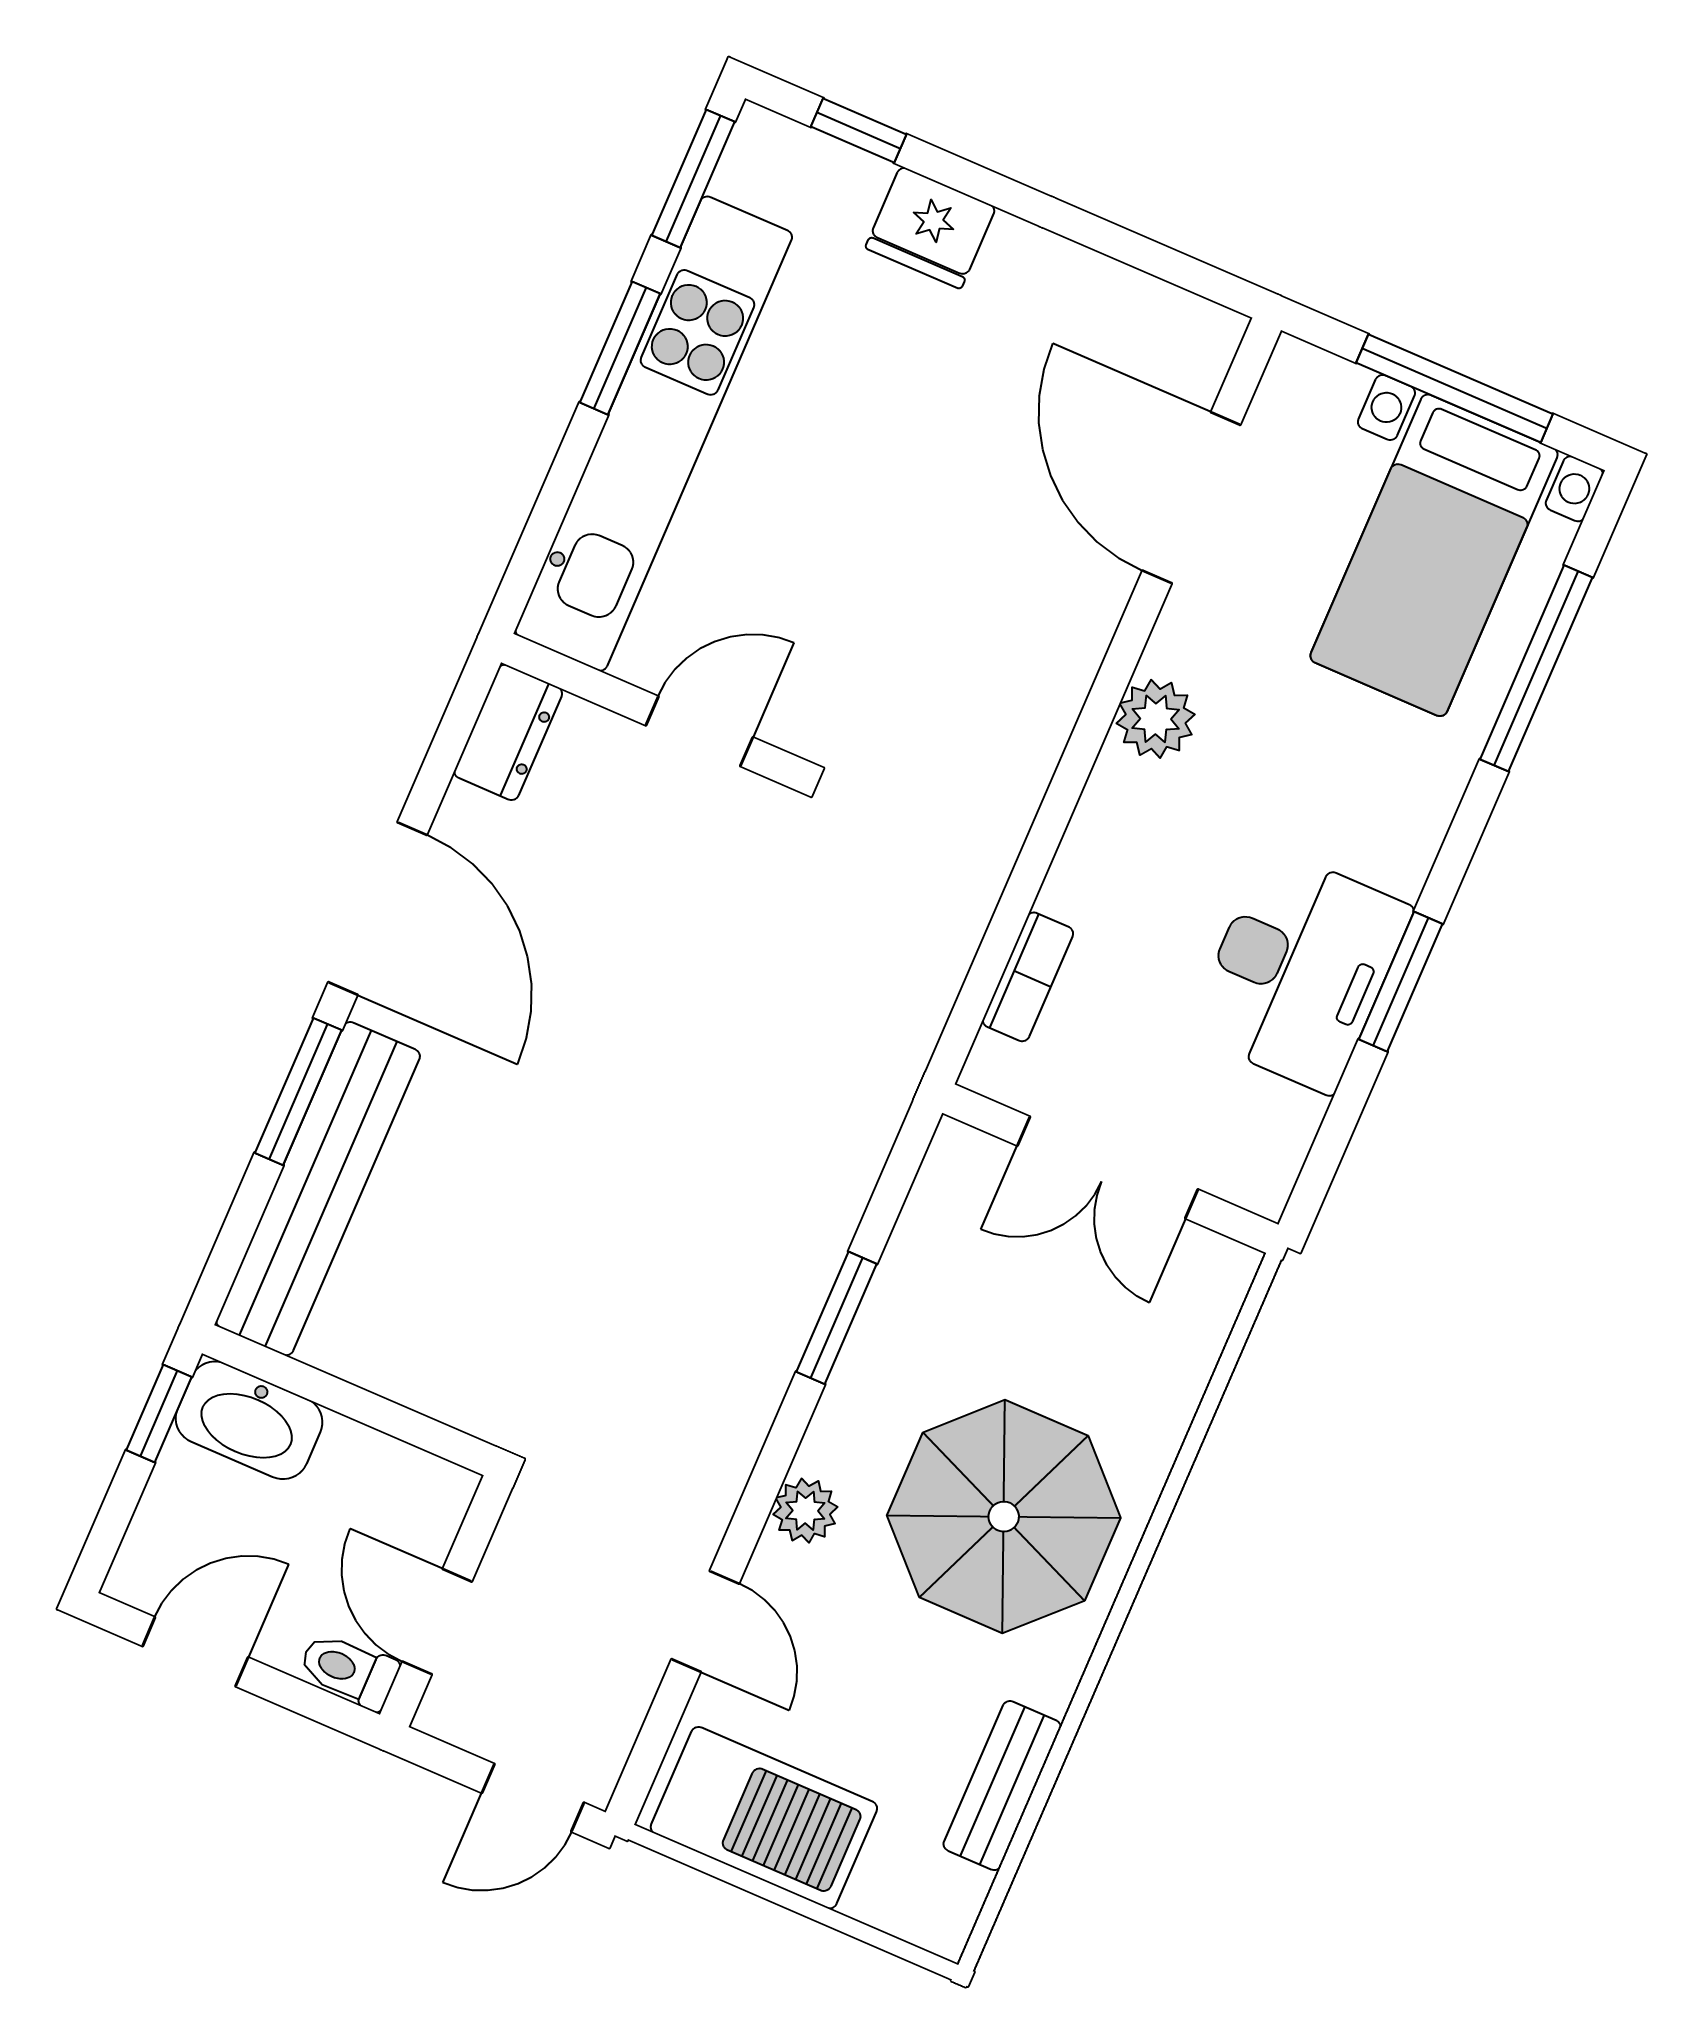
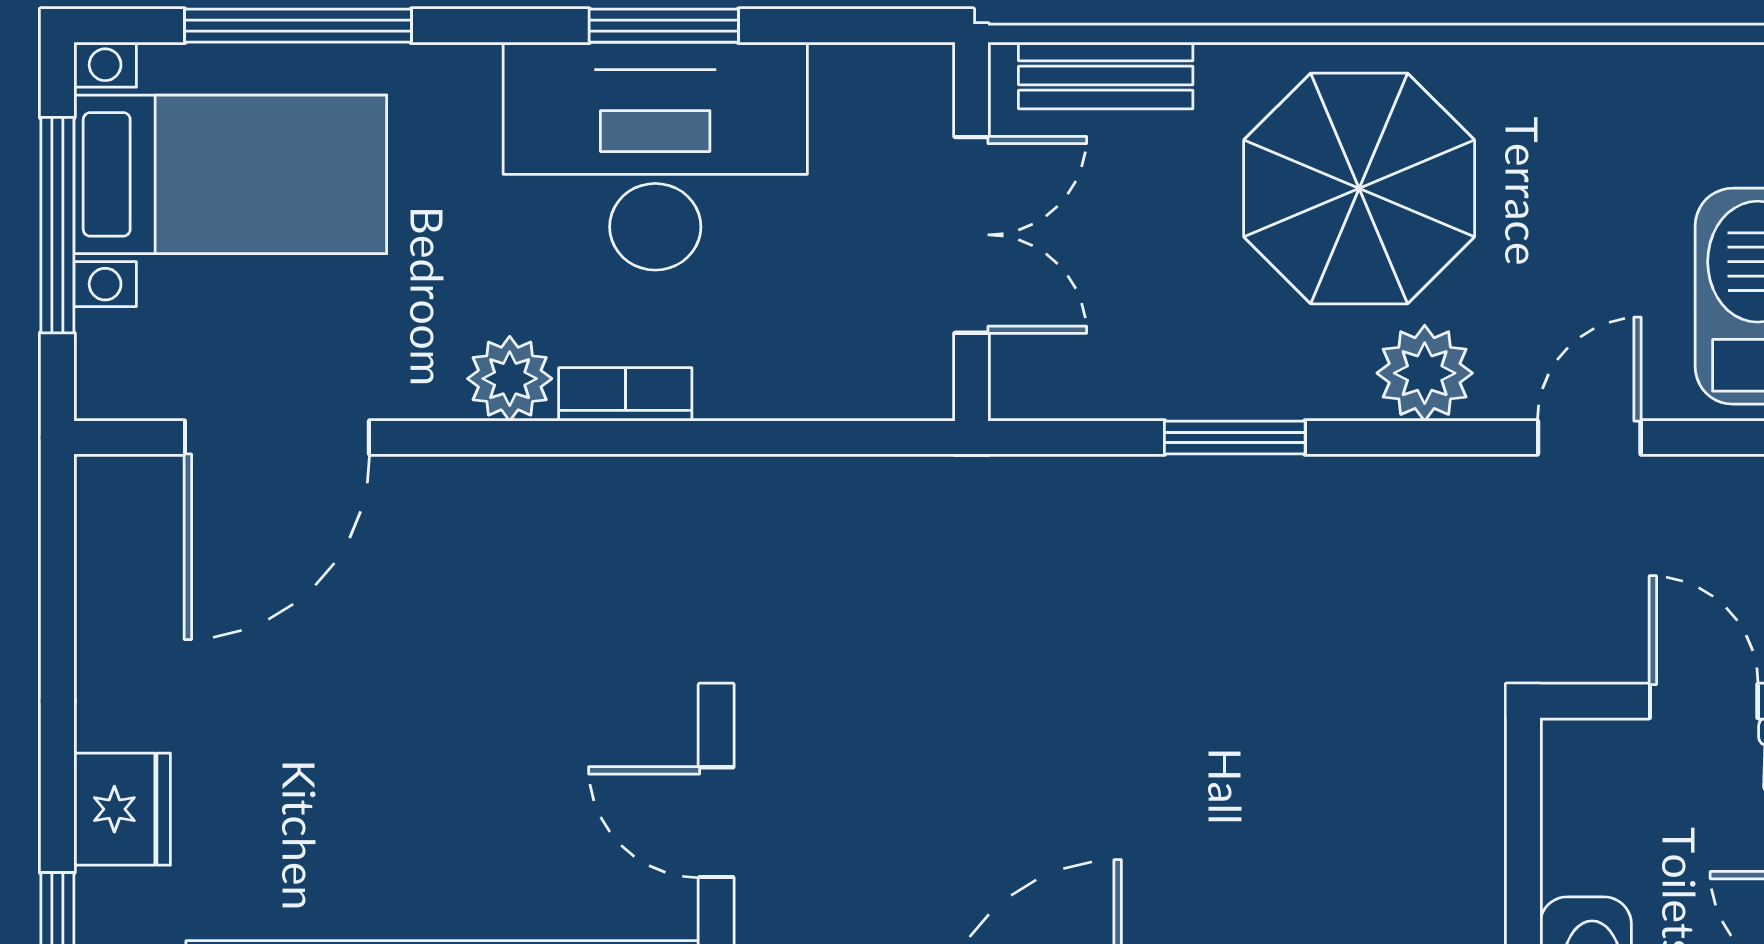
desk: (1300, 970) -> (655, 156), width x1.36, depth x1.30
bookcase: (1028, 977) -> (625, 394), moved
plant: (805, 1511) -> (1425, 373), width x1.38, depth x1.38
door: (437, 1622) -> (1704, 701), swing flipped
bench: (1002, 1786) -> (1106, 76), moved

